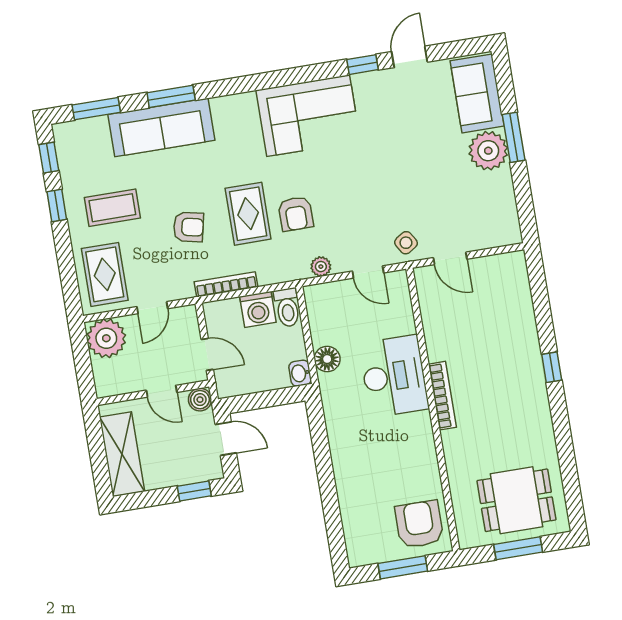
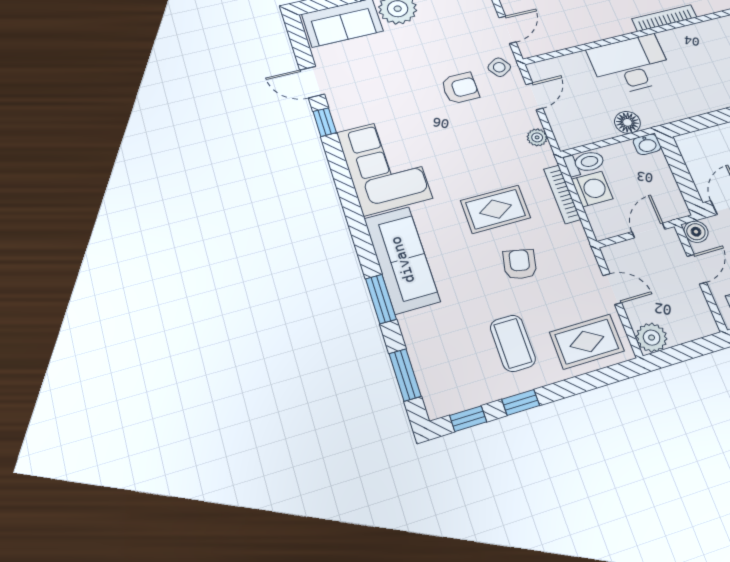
sofa: (161, 127) -> (402, 260), moved
armchair: (296, 214) -> (460, 88), moved
bookcase: (226, 284) -> (562, 194), moved
plant: (106, 338) -> (652, 338), width x0.73, depth x0.73
bookcase: (442, 396) -> (664, 18), moved

